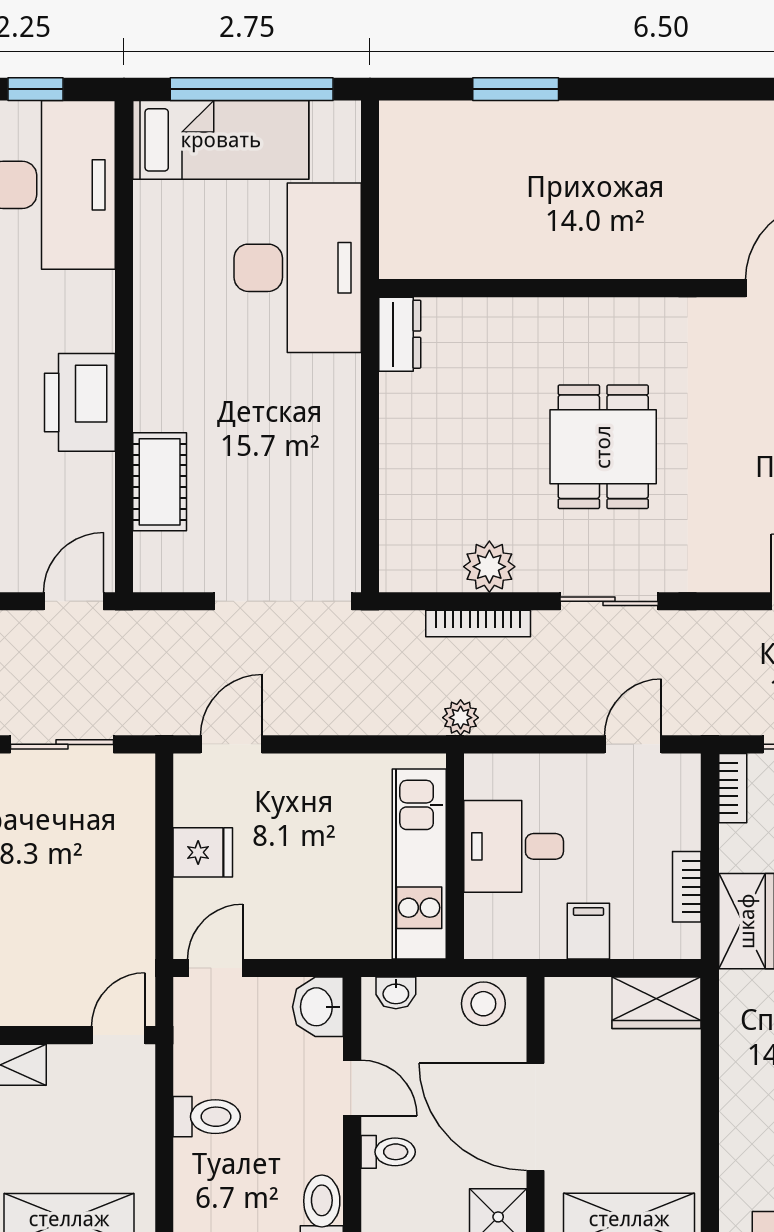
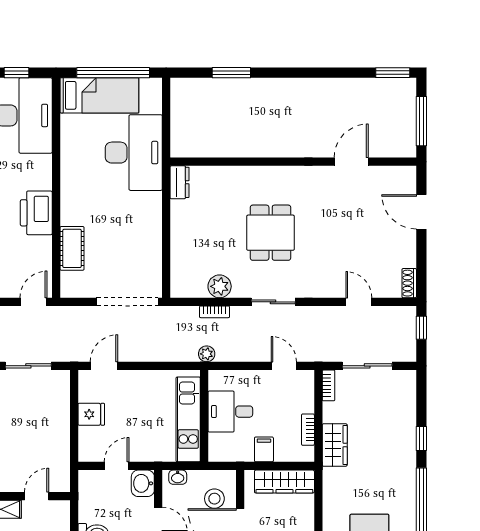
bookcase: (478, 624) -> (214, 312), width x0.64
door: (633, 744) -> (284, 366), hinge flipped
door: (215, 968) -> (117, 466), moved
wardrobe: (656, 1003) -> (284, 482), width x1.50
stool: (483, 1004) -> (214, 499), moved
door: (118, 1035) -> (37, 496), moved

